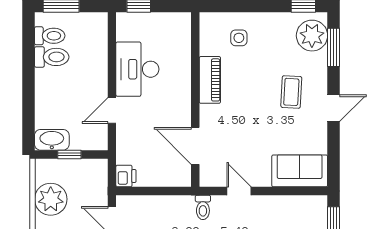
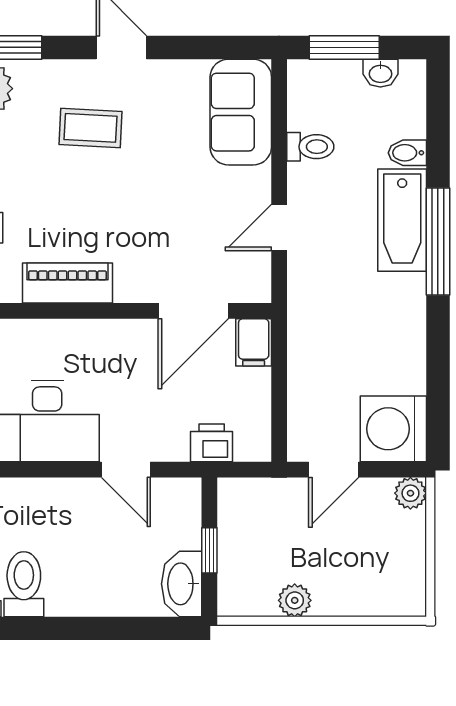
printer: (126, 176) -> (212, 443), moved
filing cabinet: (179, 178) -> (254, 342), added
plant: (51, 199) -> (295, 600), width x0.53, depth x0.53
toilet: (203, 207) -> (310, 147), moved

